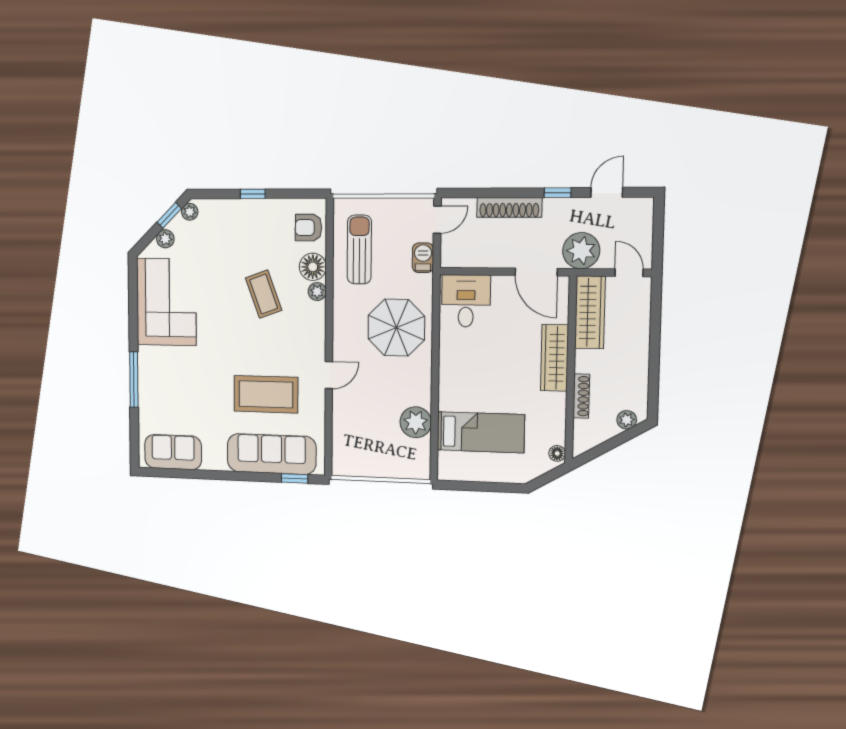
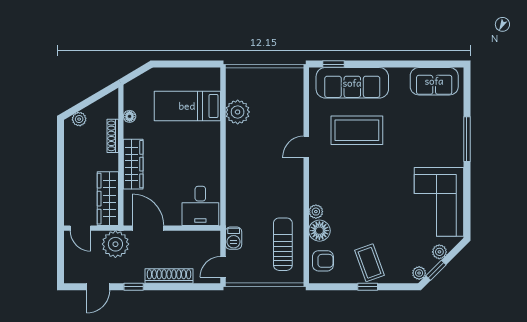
sun lounger: (359, 249) -> (283, 244), turned 180
coffee table: (264, 294) -> (370, 263), moved
parasol: (396, 328) -> (253, 185), removed
floor lamp: (557, 453) -> (130, 116), moved

